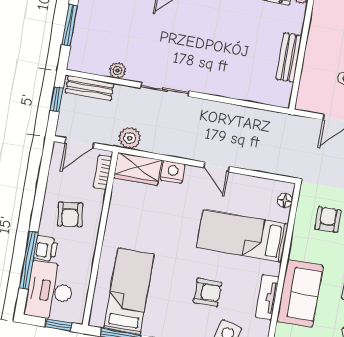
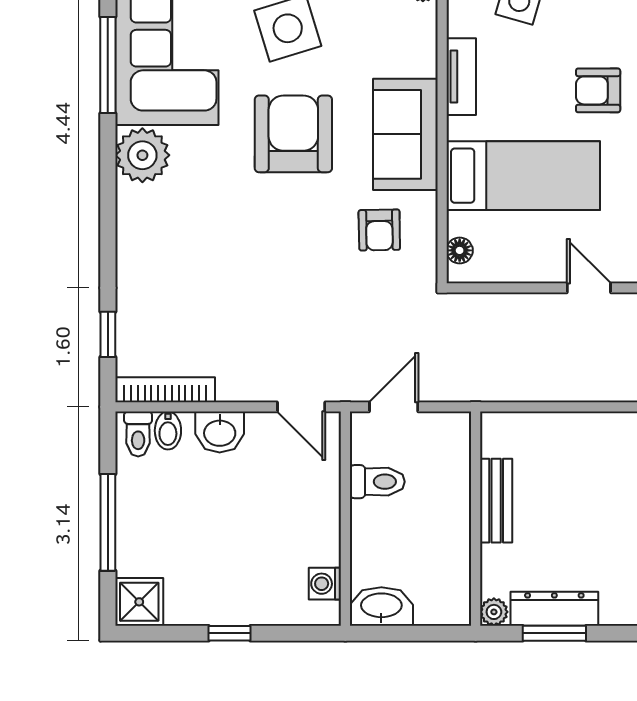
armchair: (207, 292) -> (598, 90), moved
sofa: (300, 293) -> (405, 134), moved

